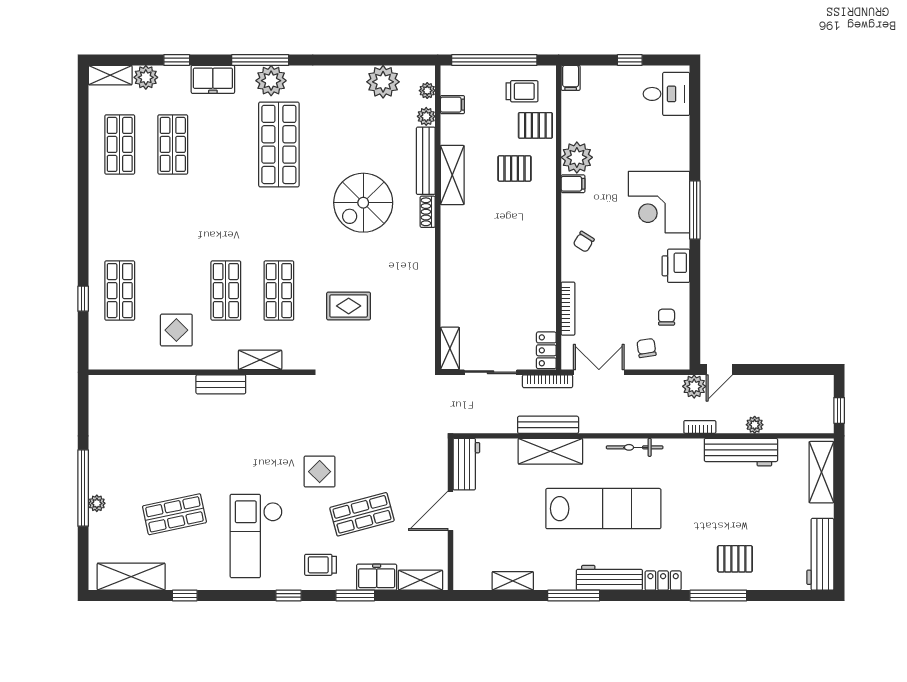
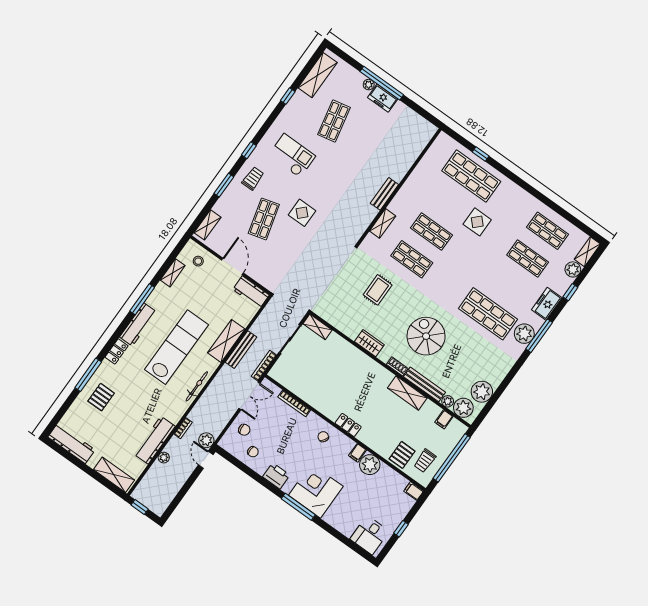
plant: (427, 91) -> (463, 408), width x1.88, depth x1.88
pallet: (515, 168) -> (387, 428), removed
wardrobe: (424, 268) -> (369, 343), added
shop shelf: (120, 291) -> (471, 176), width x1.43, depth x1.36
display table: (176, 330) -> (477, 222), moved
locker: (546, 350) -> (348, 425), moved
lab bench: (603, 509) -> (176, 347), turned 180
checkout: (256, 536) -> (292, 156), width x0.73, depth x0.83
stool: (475, 559) -> (198, 261), added
freezer: (377, 577) -> (383, 98), moved, turned 90

